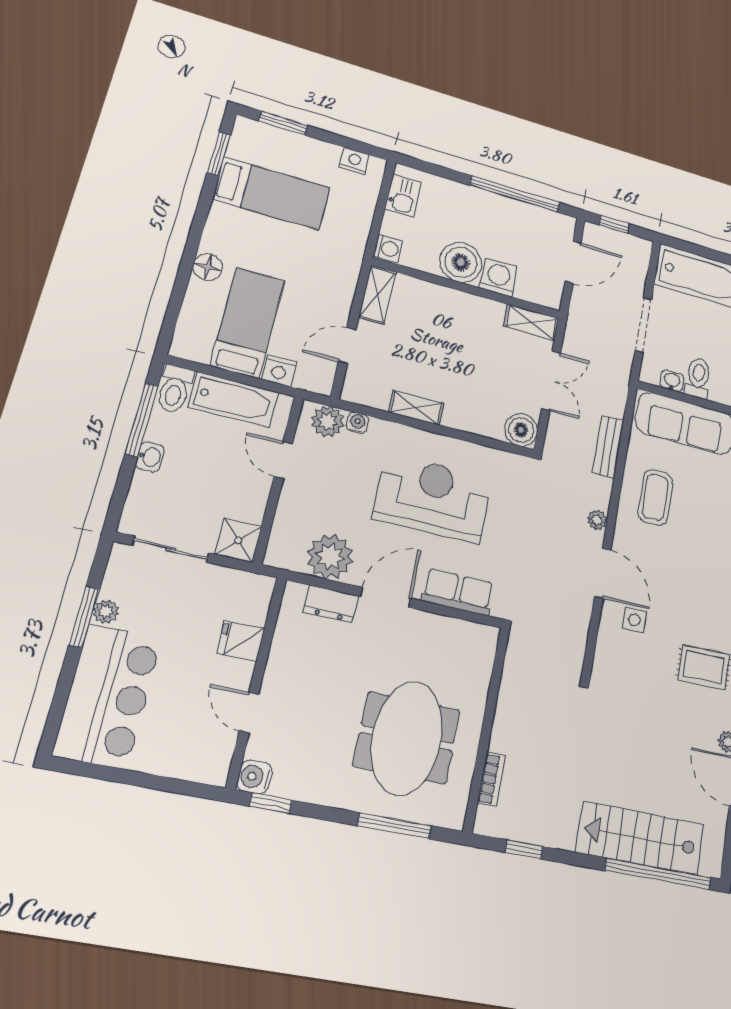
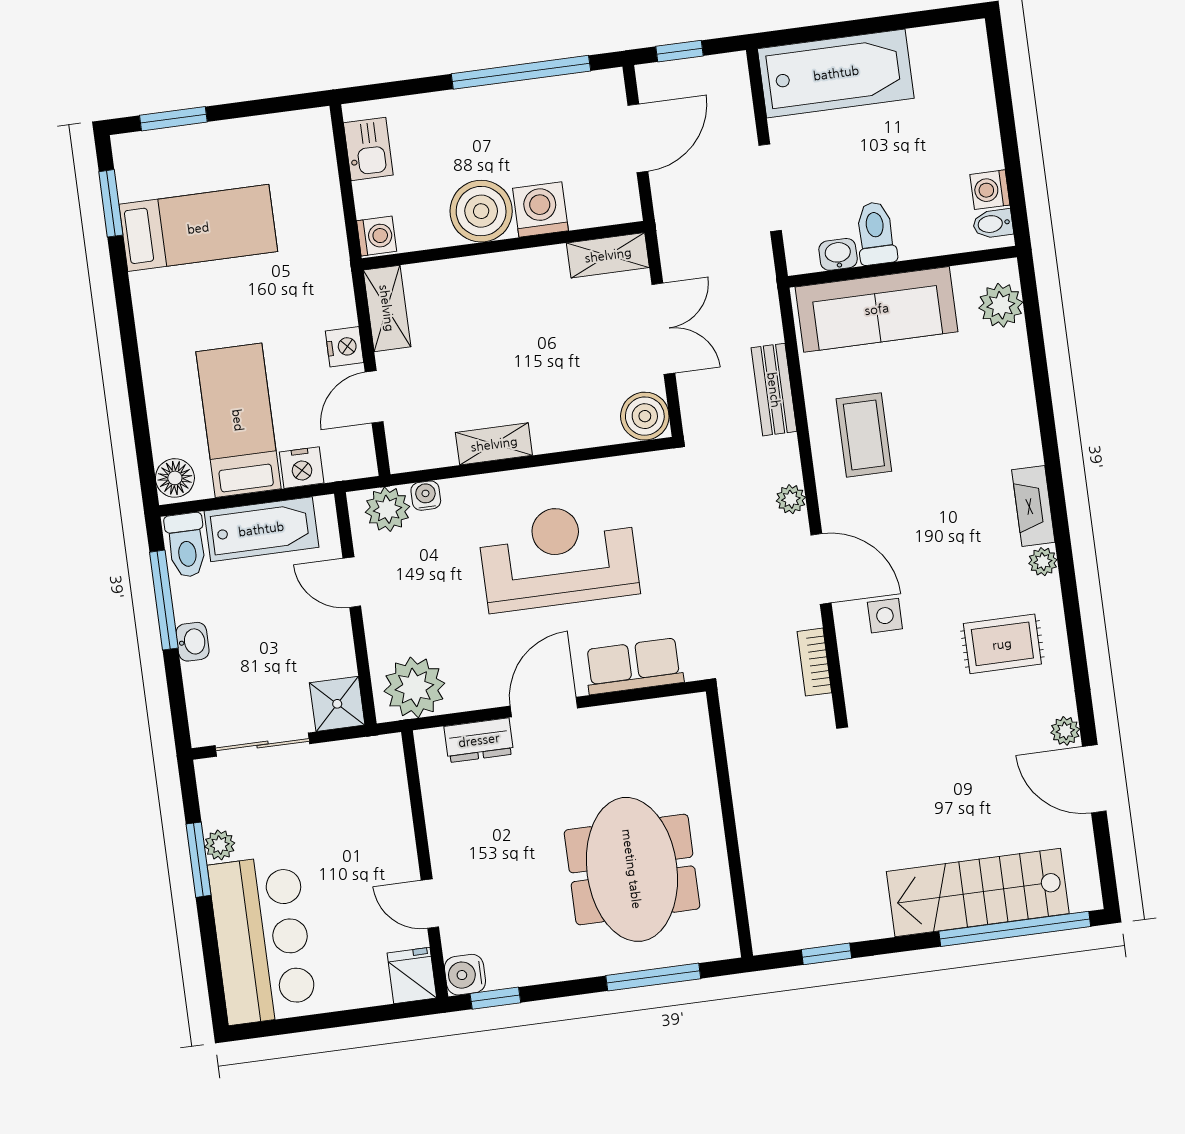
nightstand: (354, 161) -> (345, 347), moved, turned 90
floor lamp: (208, 267) -> (175, 478), moved
plant: (330, 557) -> (414, 687), moved
fridge: (241, 641) -> (412, 975), moved, turned 90
bookcase: (491, 779) -> (814, 662), moved, turned 180

